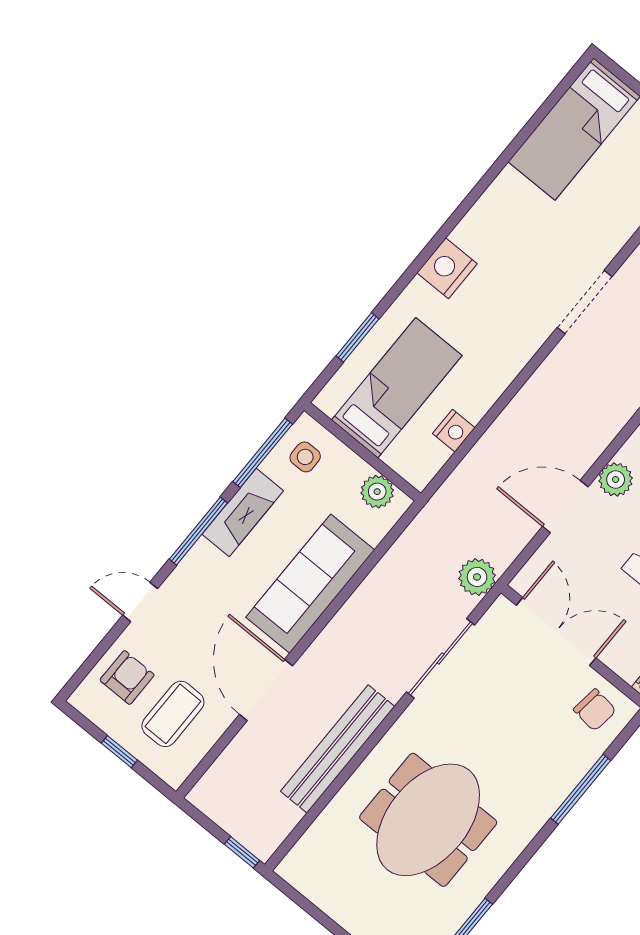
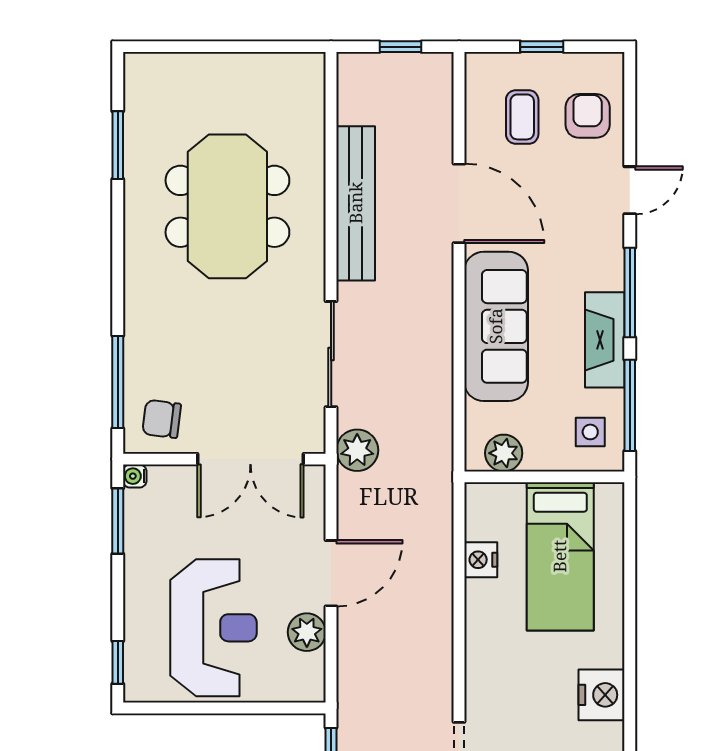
window: (357, 337) -> (630, 572), removed
armchair: (127, 677) -> (588, 116), turned 180
coffee table: (173, 714) -> (522, 117), width x0.73, depth x0.77
window: (581, 789) -> (118, 382), moved
window: (242, 852) -> (401, 47), moved

